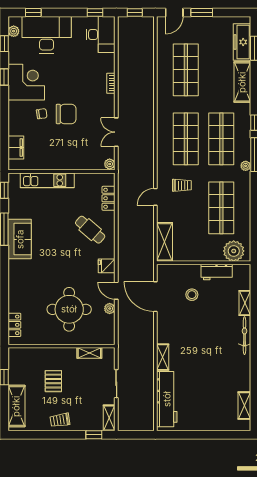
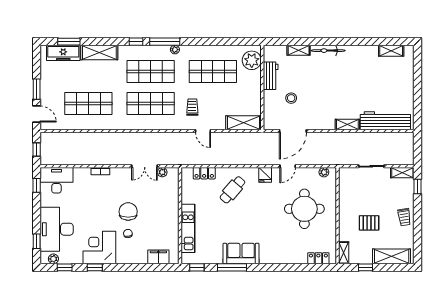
plant: (110, 164) -> (162, 172), moved
plant: (110, 309) -> (324, 172), moved
shelving: (89, 353) -> (344, 253), moved

